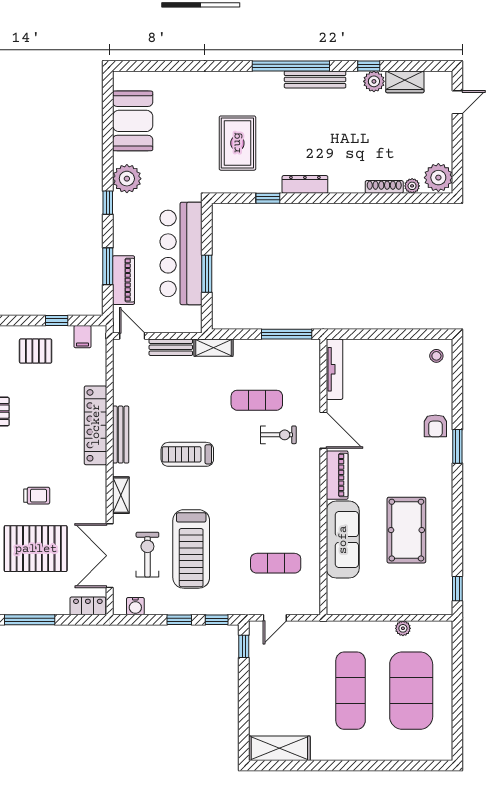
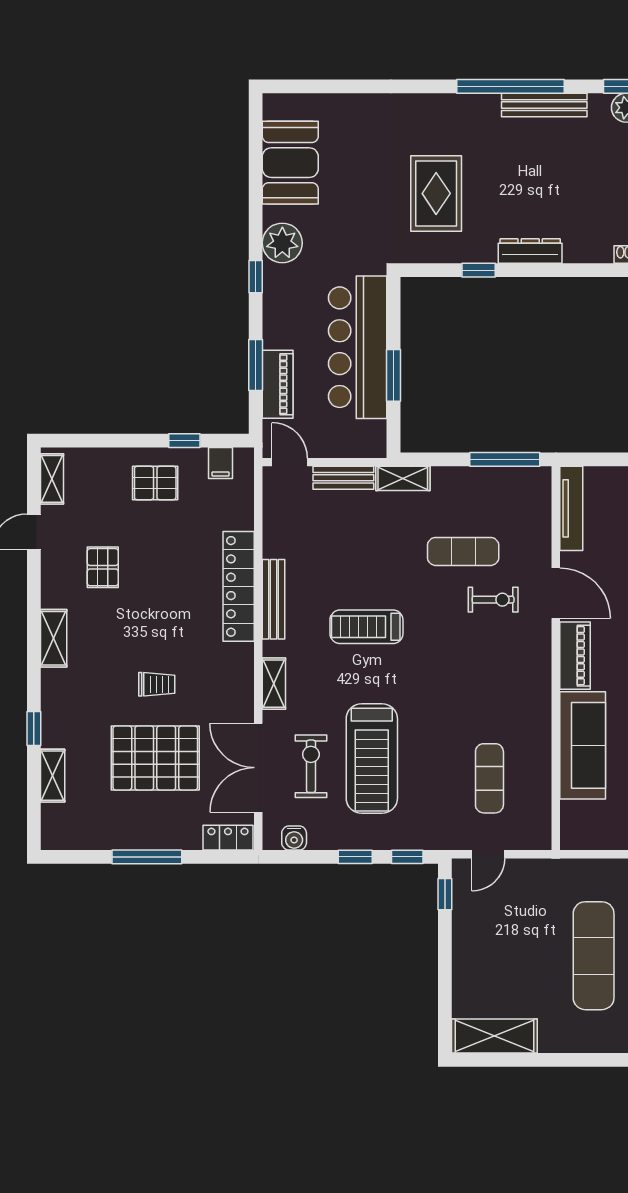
exercise mat: (276, 563) -> (489, 778), turned 90

